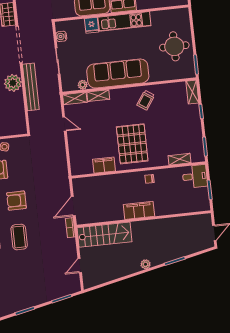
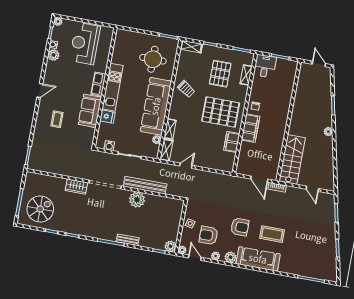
round table: (174, 46) -> (153, 59), moved
pallet: (173, 131) -> (220, 74), added
armchair: (16, 201) -> (240, 227), turned -90
filing cabinet: (139, 210) -> (250, 128), moved, turned 180

